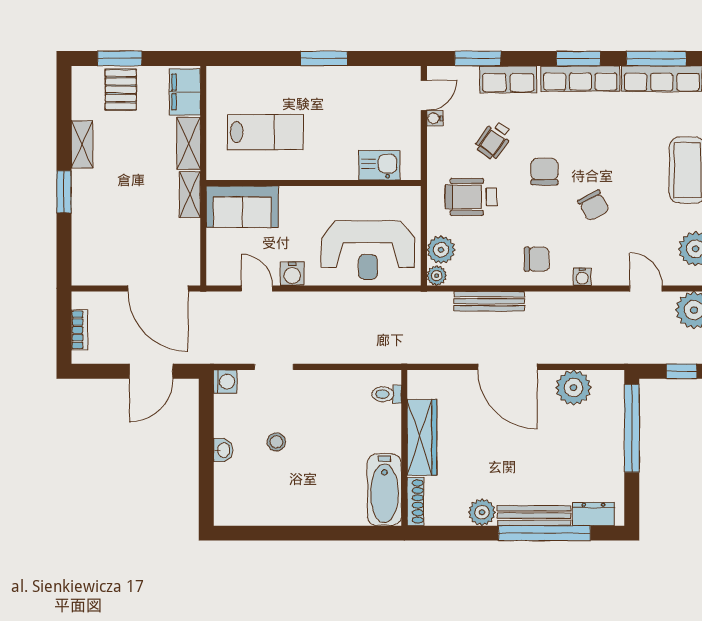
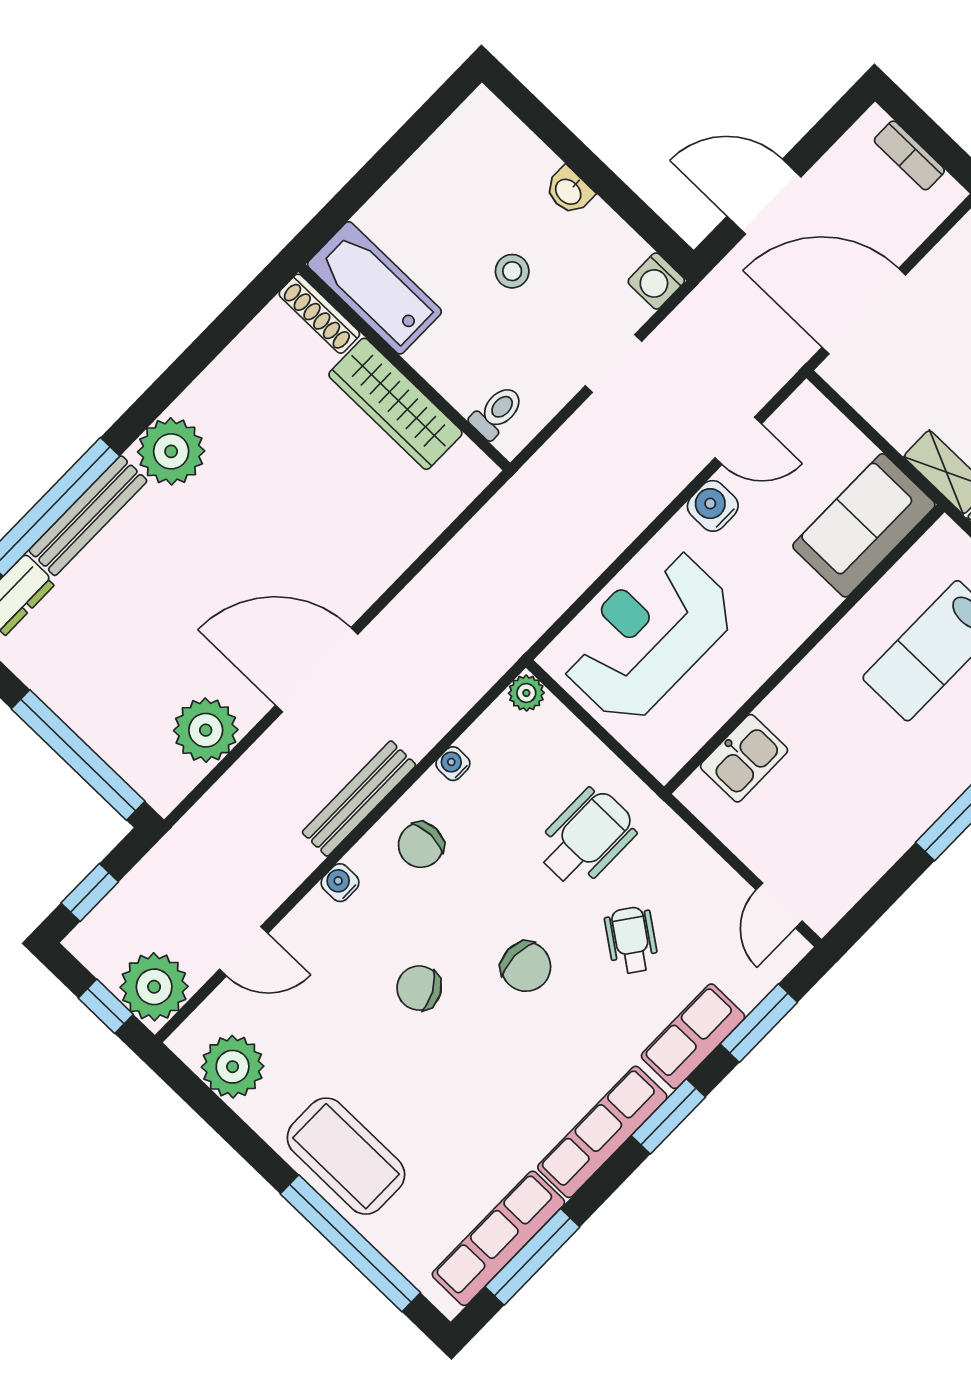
window: (578, 58) -> (668, 1116), moved
water cooler: (435, 118) -> (453, 764), moved, turned -90
plant: (441, 250) -> (555, 731), removed
bench: (489, 301) -> (359, 799), moved
door: (151, 371) -> (764, 197), hinge flipped
toilet: (387, 394) -> (497, 412), moved
wardrobe: (422, 437) -> (395, 404), moved
wall: (404, 448) -> (404, 367), moved
bathtub: (384, 490) -> (374, 288), moved
shoe rack: (415, 502) -> (319, 314), moved
plant: (482, 512) -> (171, 451), width x1.36, depth x1.36

